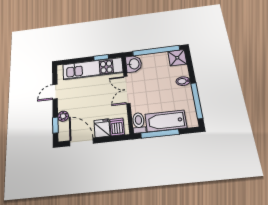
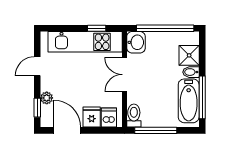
shower: (177, 58) -> (189, 55), moved
bathtub: (166, 121) -> (189, 101), moved, turned -90

